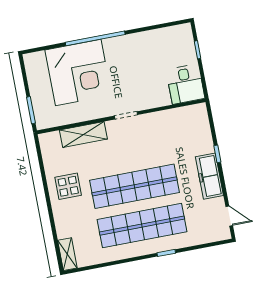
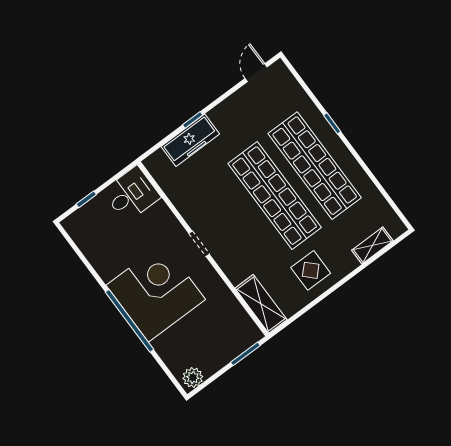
plant: (32, 64) -> (193, 378), added
corner desk: (78, 73) -> (156, 292), moved
shelving: (83, 135) -> (261, 304), moved
freezer: (209, 176) -> (190, 140), moved
shelving: (67, 254) -> (372, 245), moved

